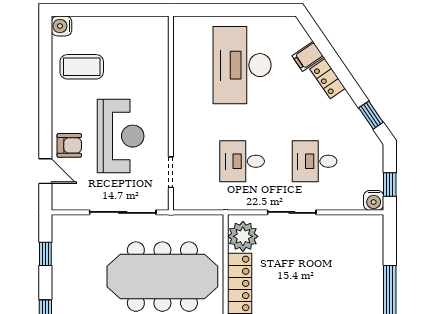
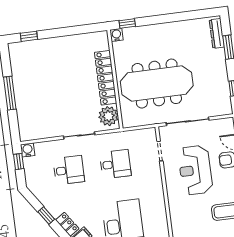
window: (371, 115) -> (46, 216), moved

